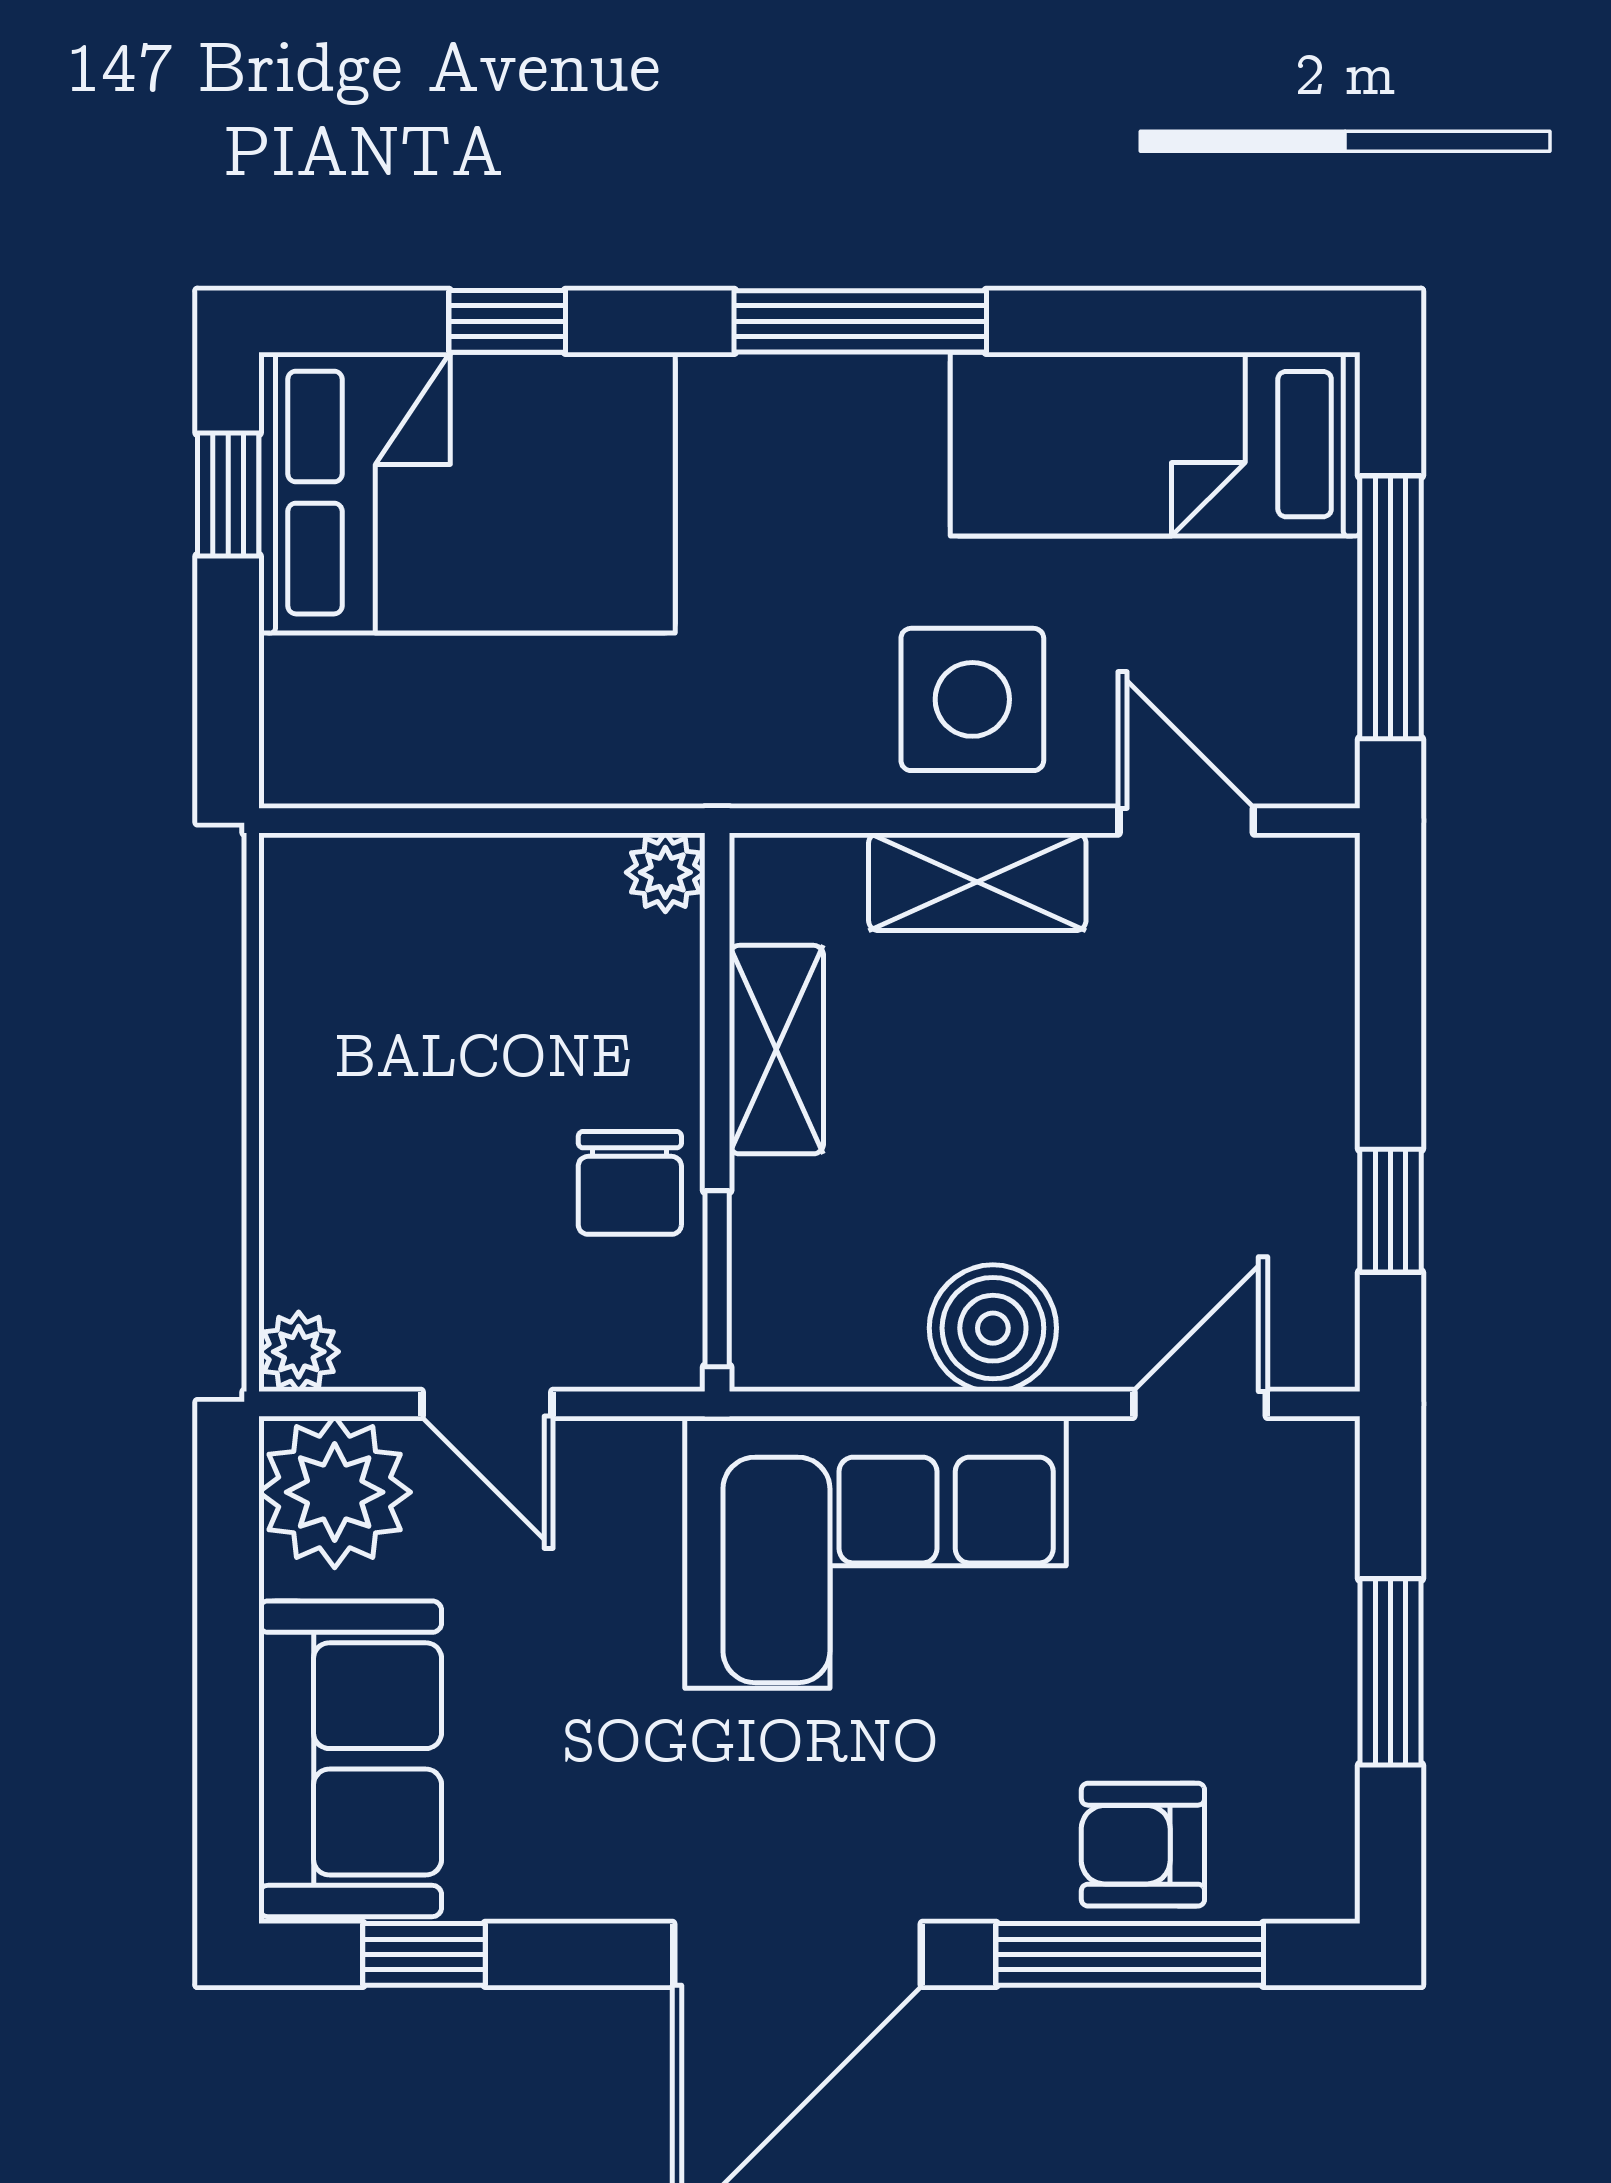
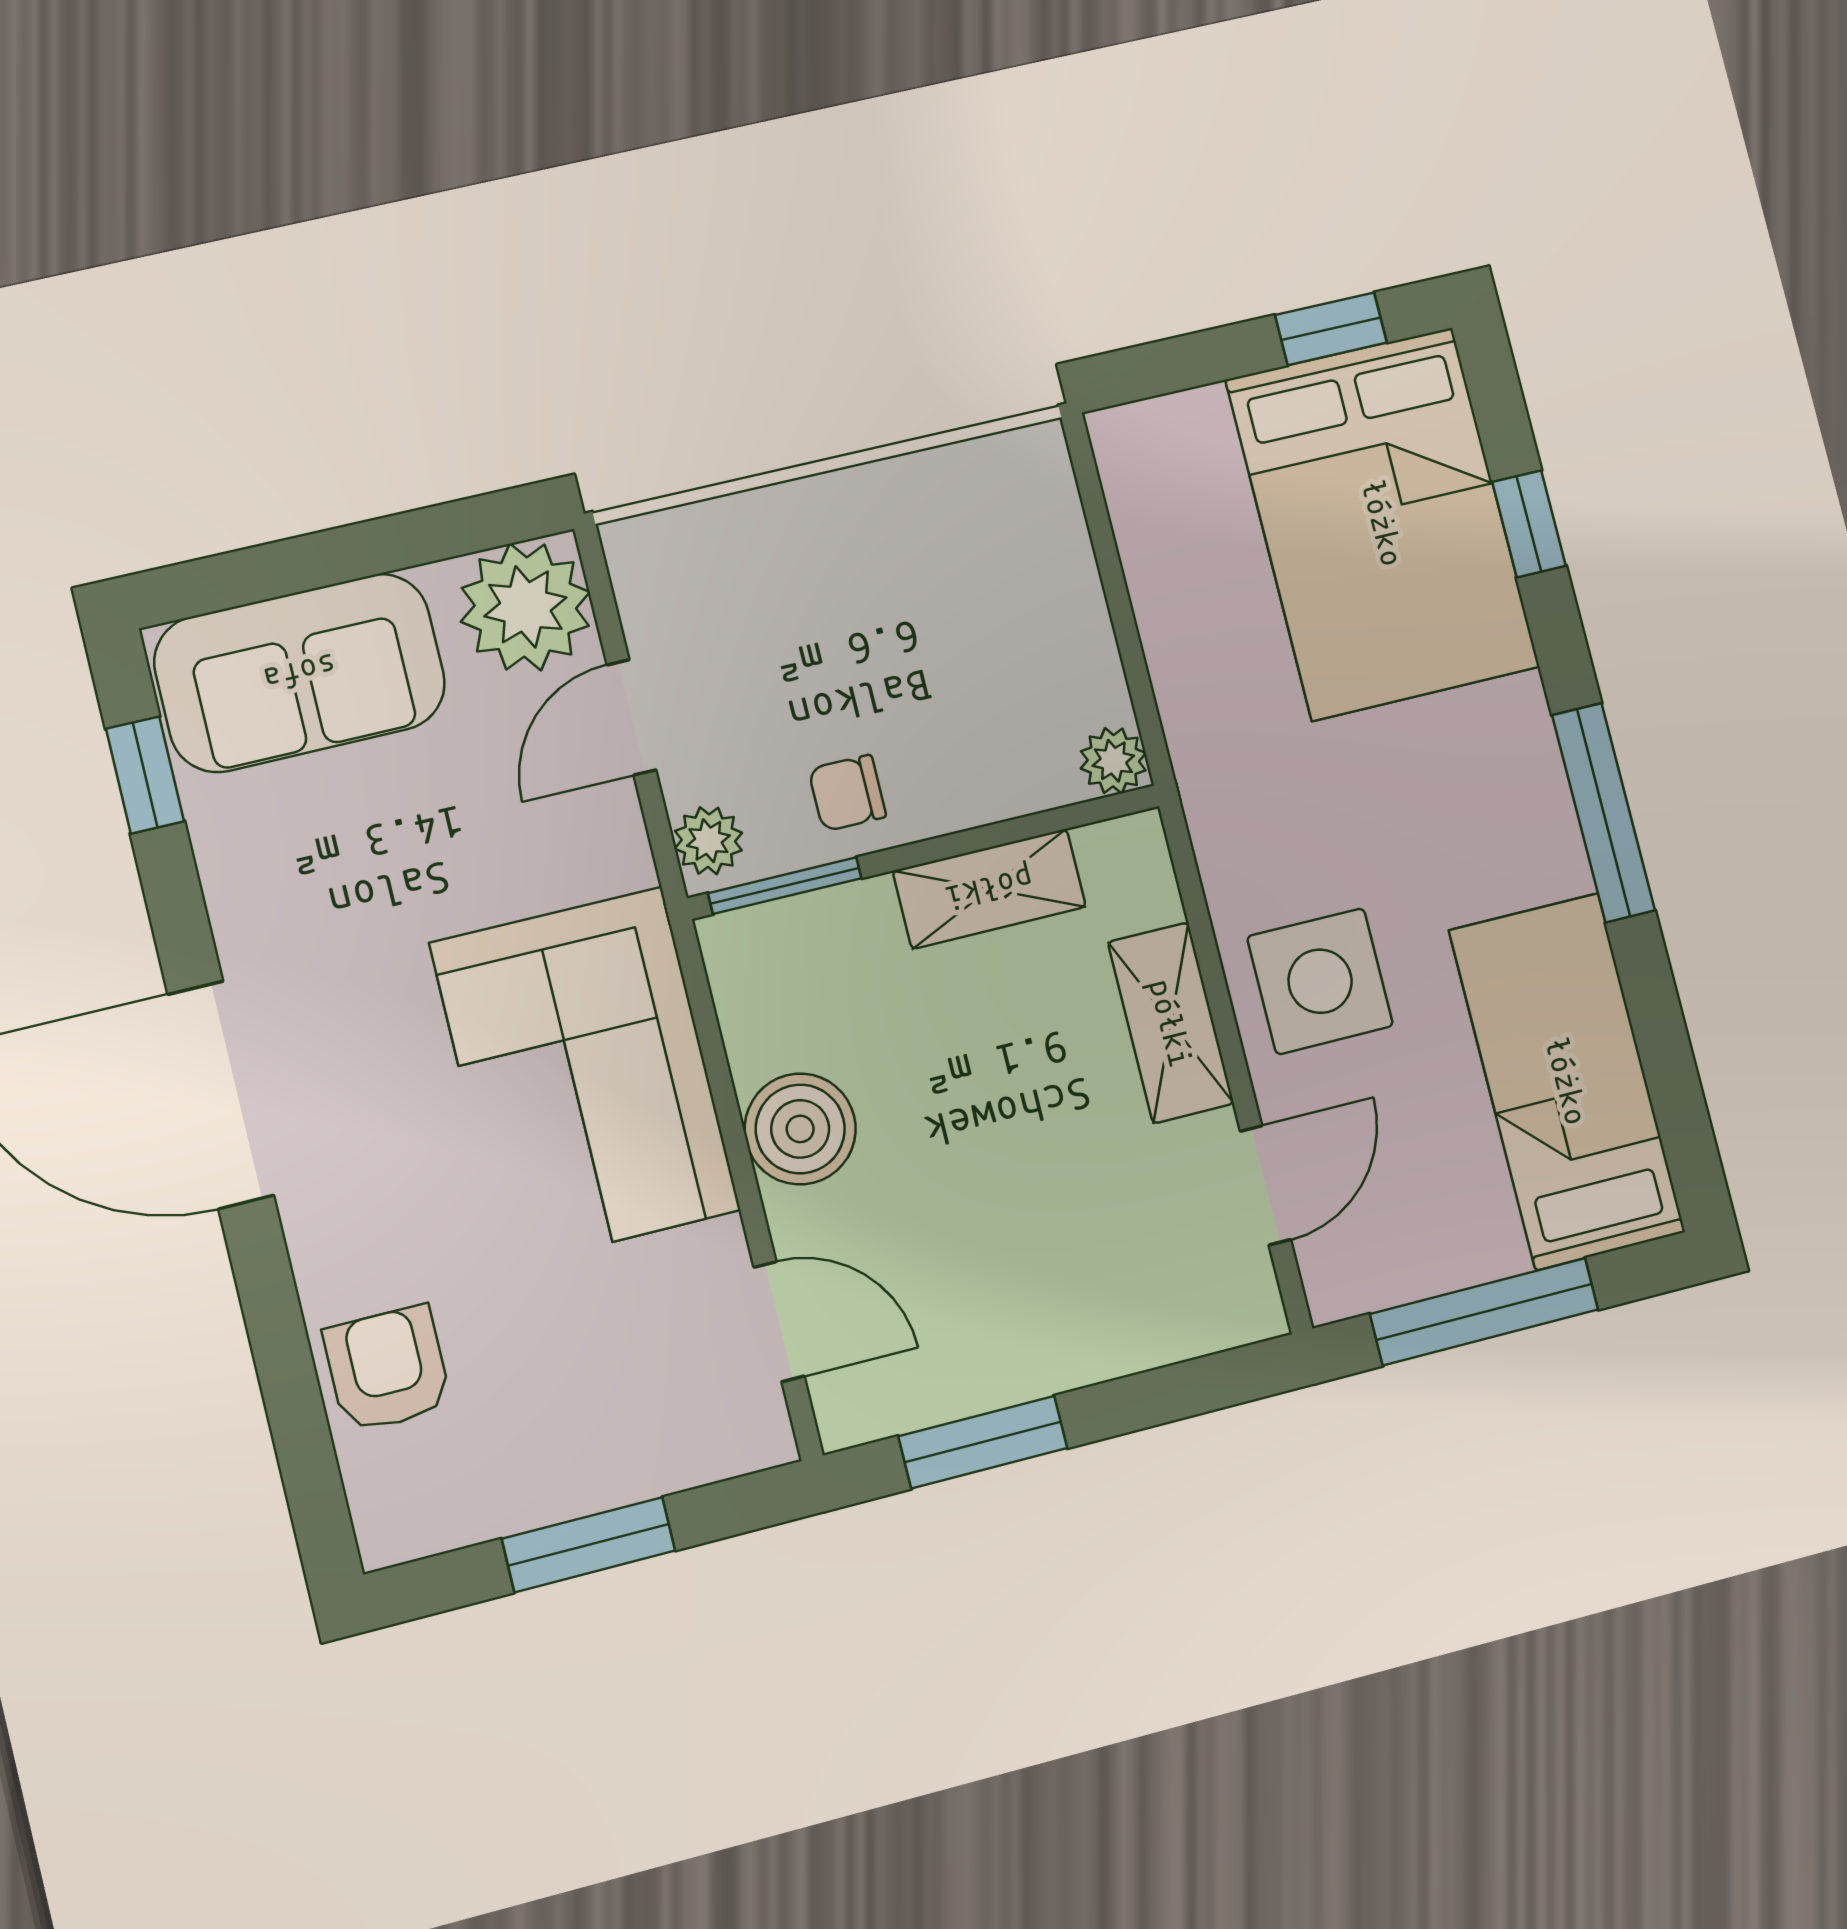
chair: (630, 1183) -> (847, 793), width x0.73, depth x0.73
window: (1390, 1211) -> (983, 1442), width x1.50
plant: (299, 1352) -> (708, 841), moved
window: (1130, 1954) -> (289, 1382), removed

